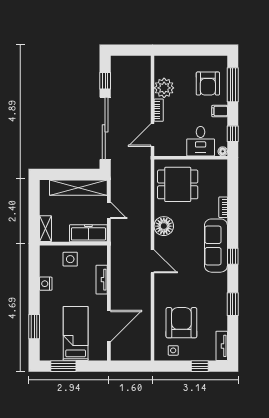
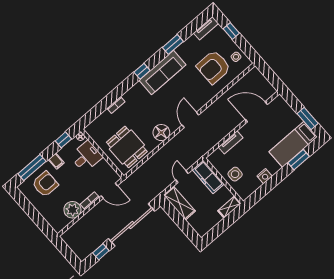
shelving: (78, 188) -> (179, 203), width x0.68
sofa: (216, 246) -> (163, 73), moved
bed: (76, 334) -> (293, 144), moved

